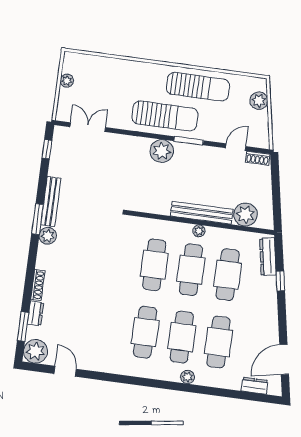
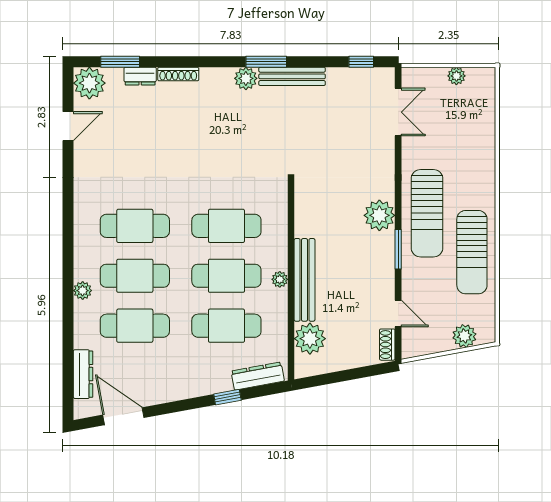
dresser: (255, 386) -> (83, 374), width x1.44

